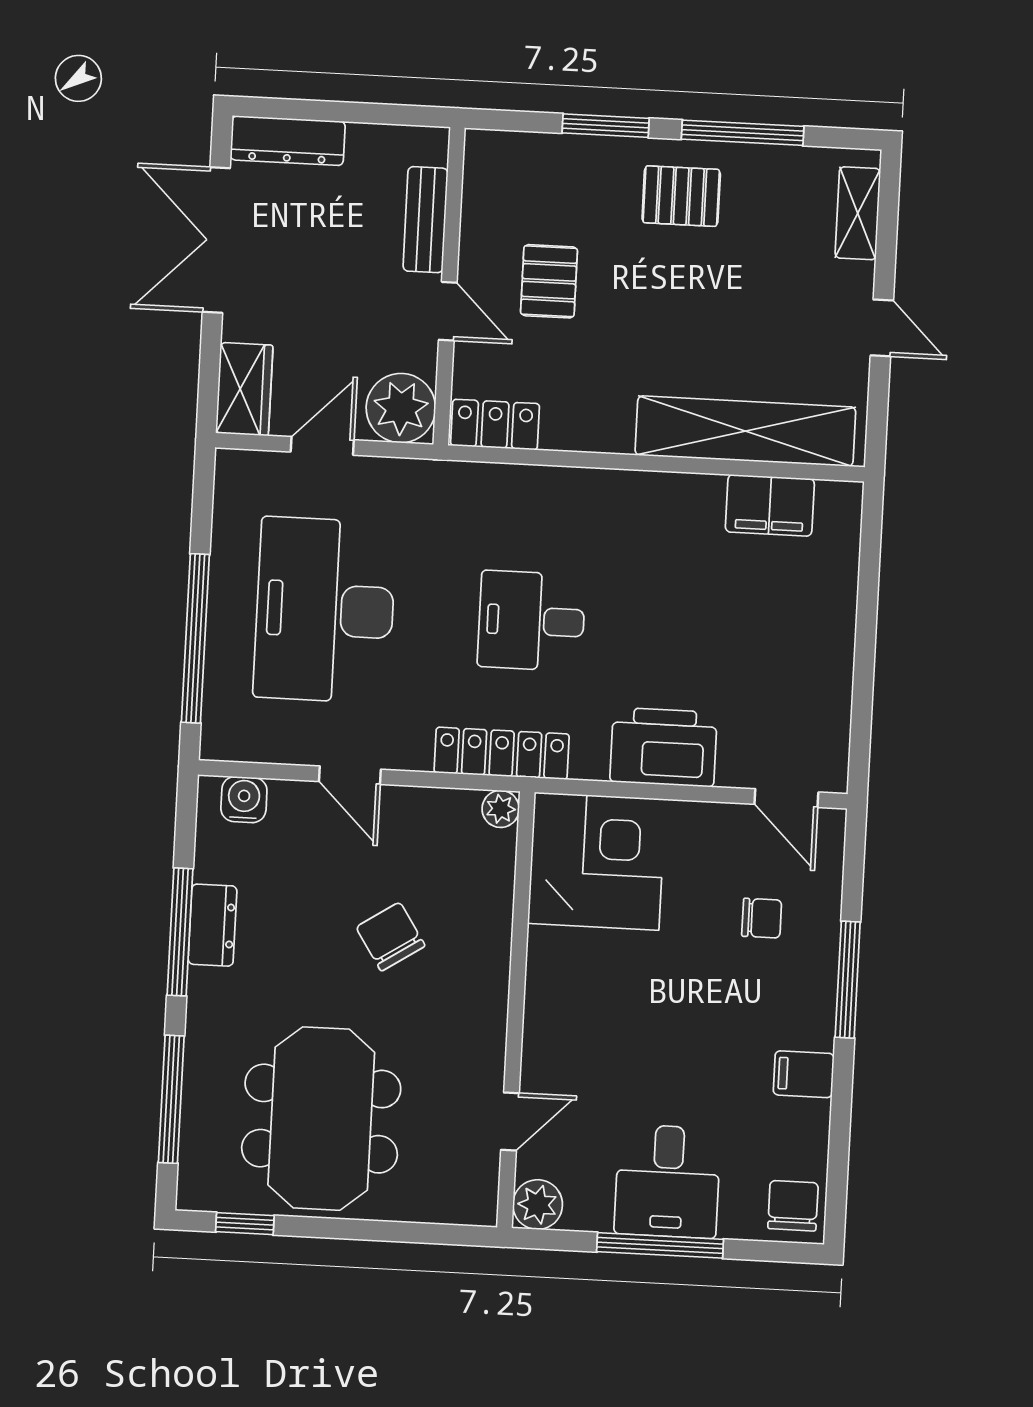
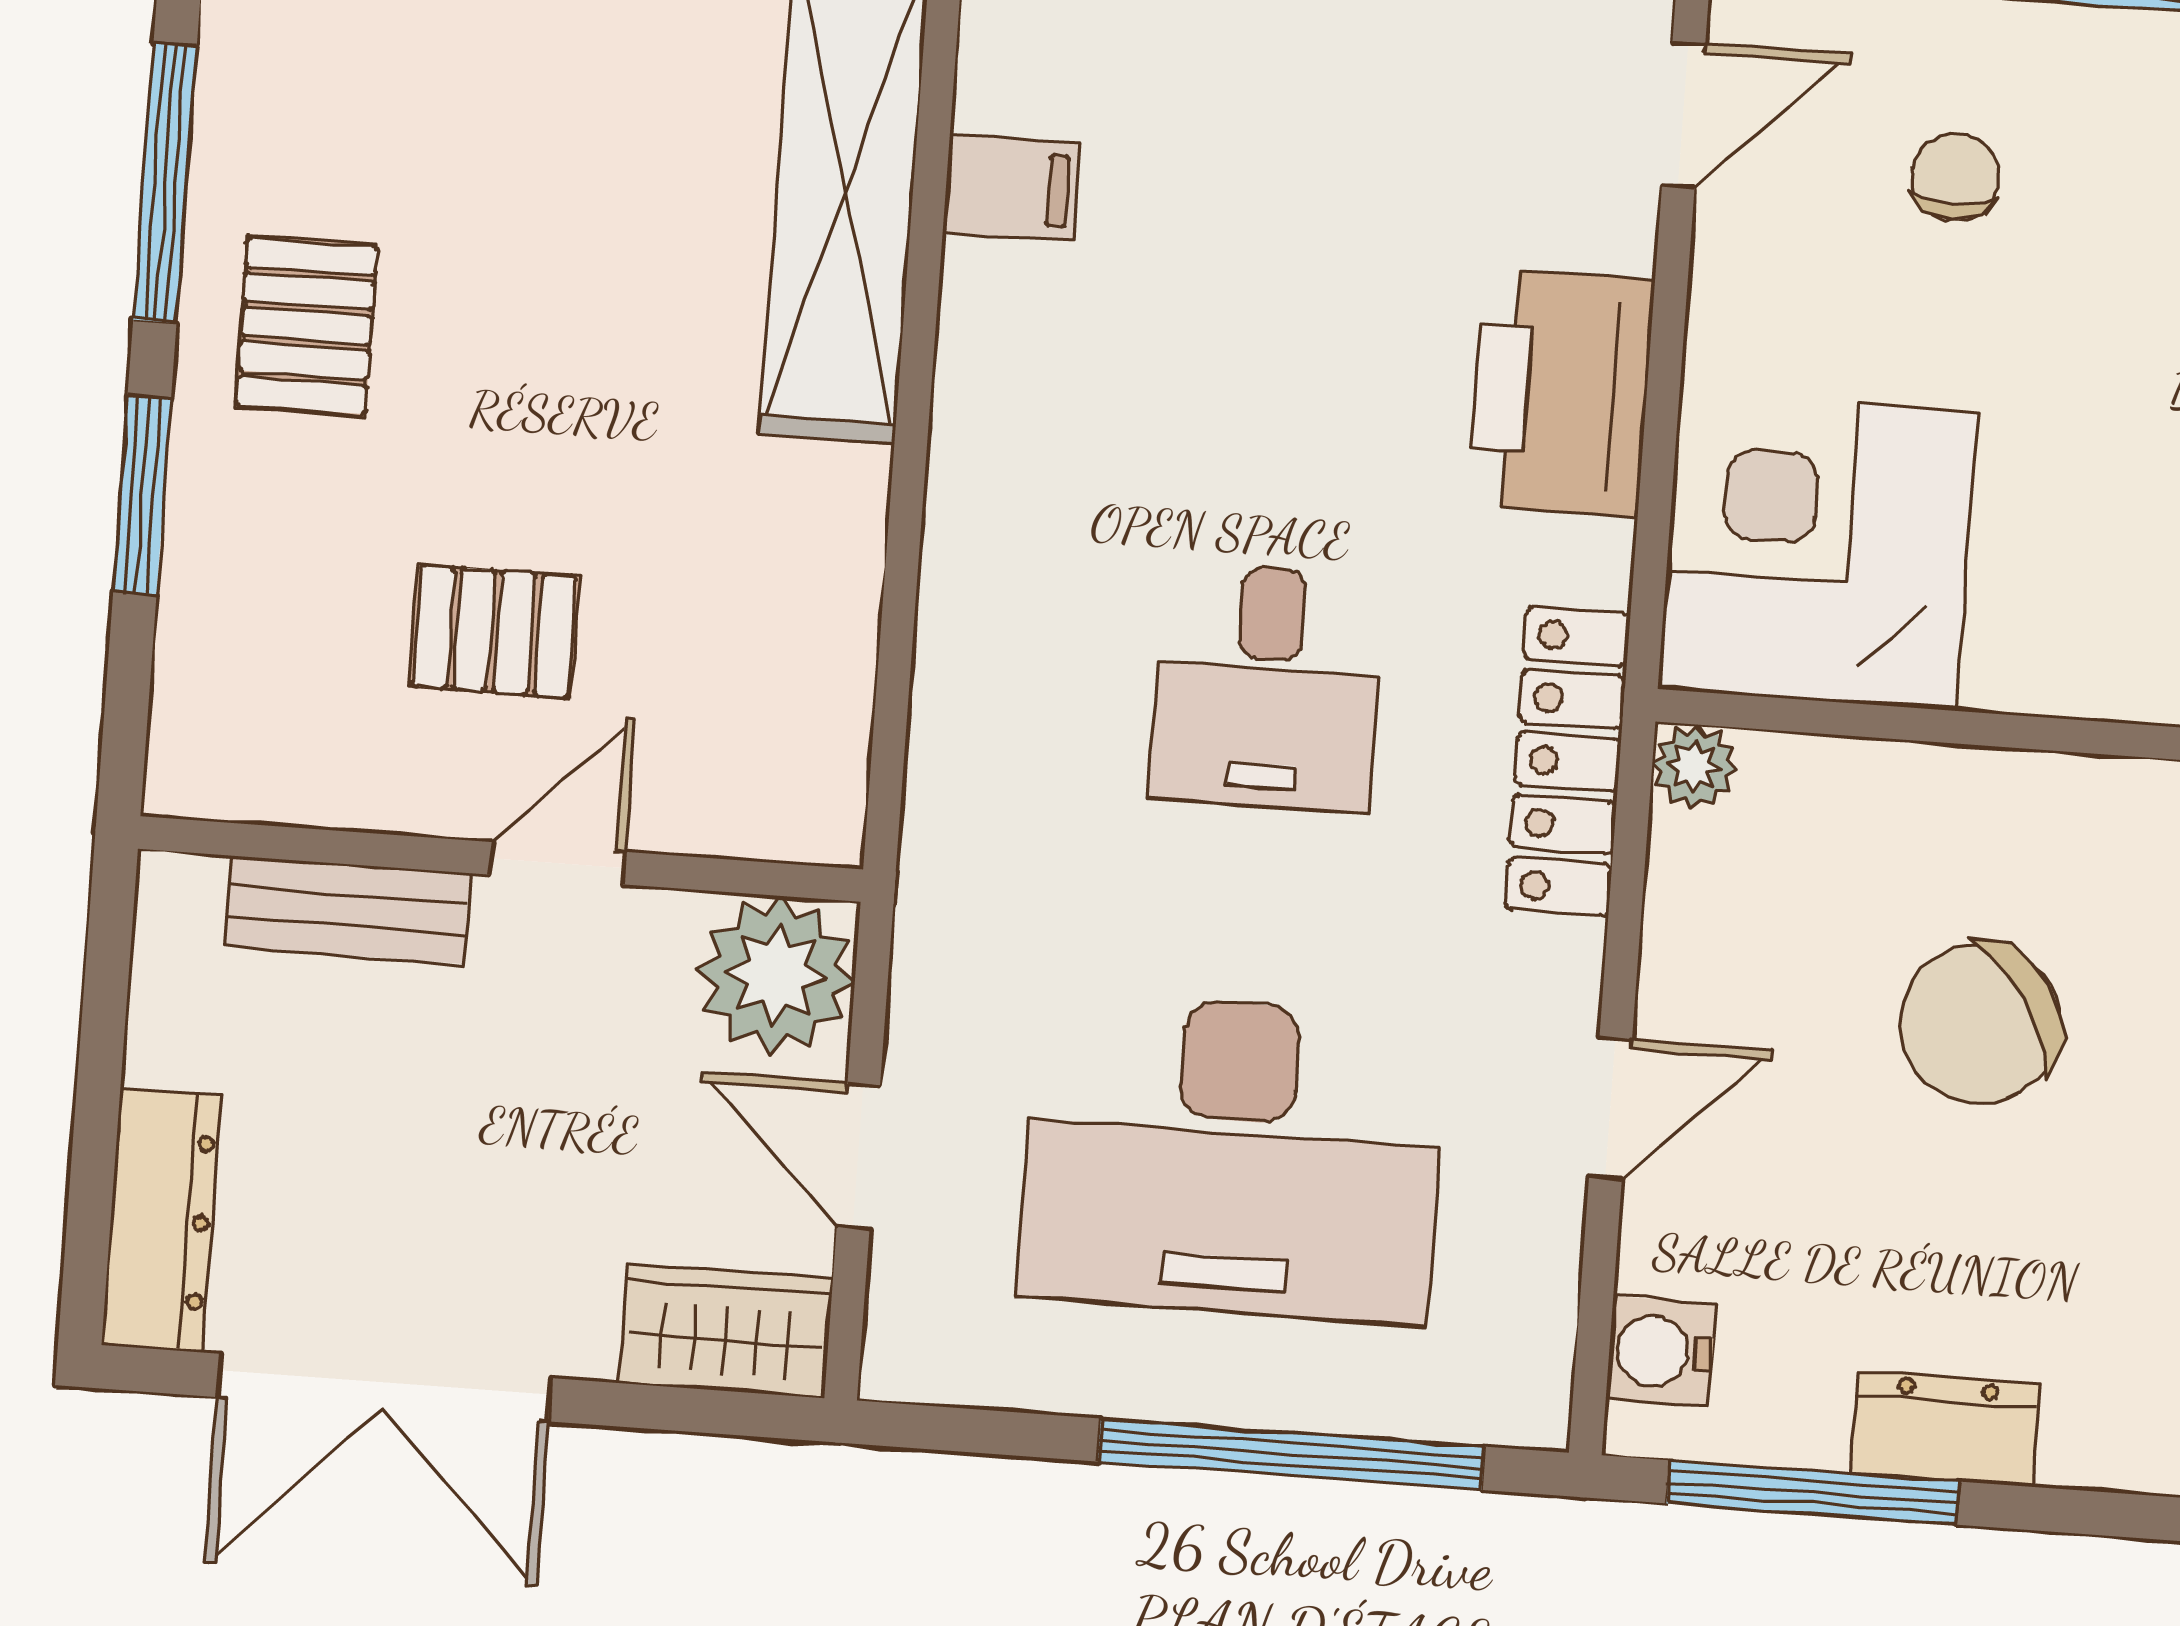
locker: (495, 425) -> (818, 761), removed
filing cabinet: (770, 505) -> (1012, 188), width x0.50
window: (180, 932) -> (1813, 1492), moved
chair: (391, 937) -> (1980, 1024), width x1.37, depth x1.37

